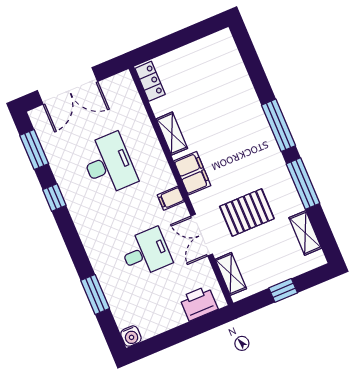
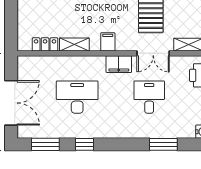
locker: (150, 81) -> (45, 44), moved
filing cabinet: (192, 173) -> (108, 42), width x0.50
filing cabinet: (171, 198) -> (119, 64), width x2.00

